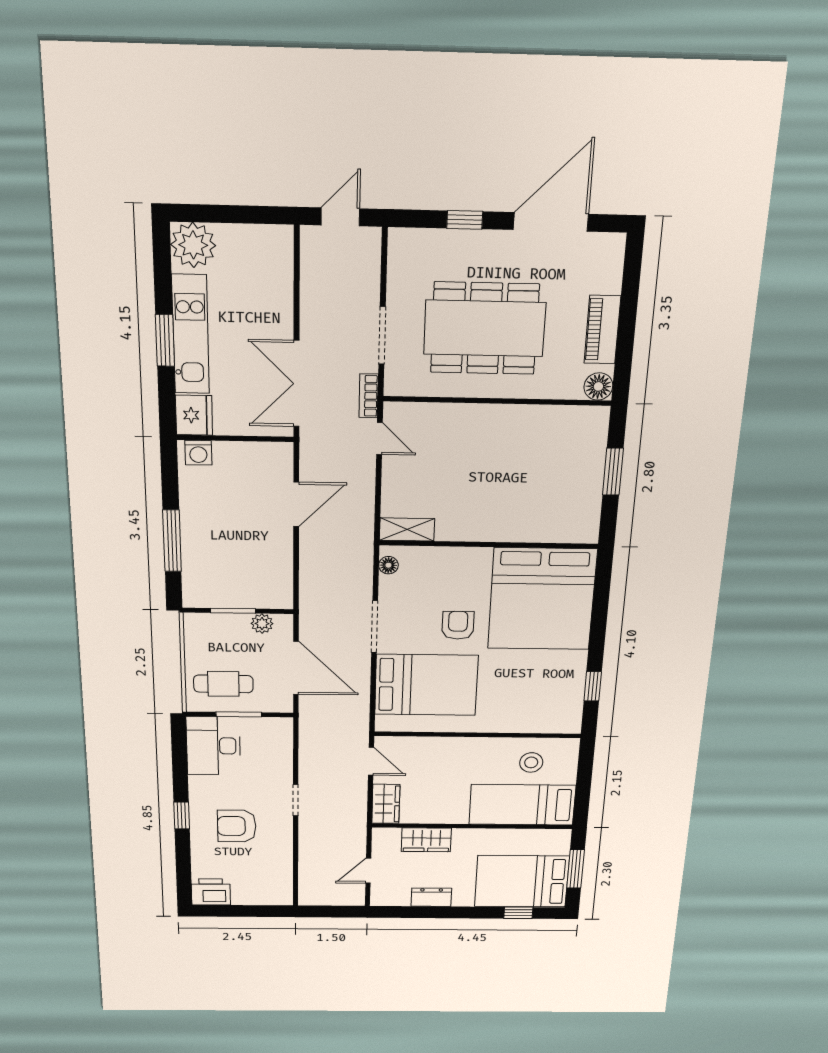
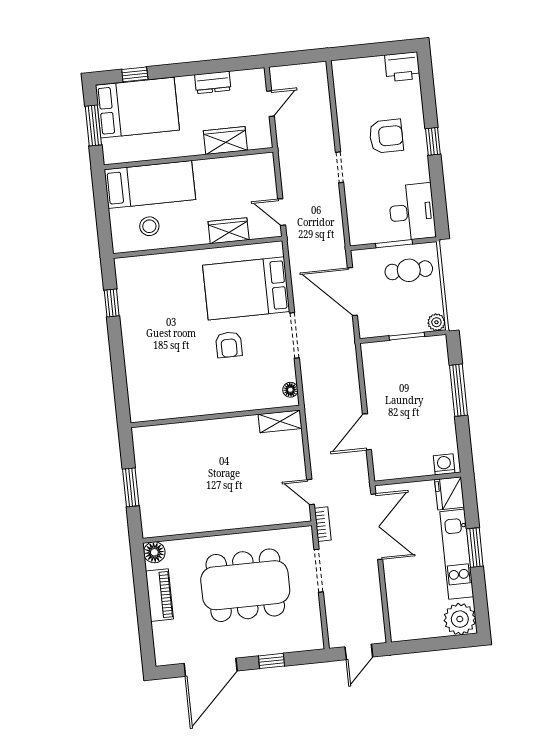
bed: (542, 599) -> (166, 375), removed
plant: (262, 624) -> (436, 322), moved
wardrobe: (386, 804) -> (229, 231), moved, turned 90

